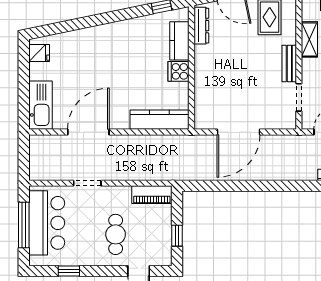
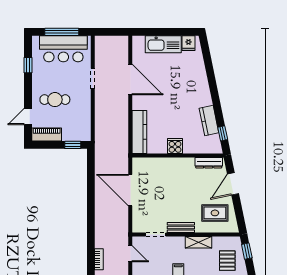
kitchen counter: (179, 41) -> (209, 121), moved, turned -102
kitchen sink: (40, 105) -> (163, 44), moved
piano: (152, 195) -> (47, 134), moved, turned 90
window: (177, 236) -> (73, 145), moved

